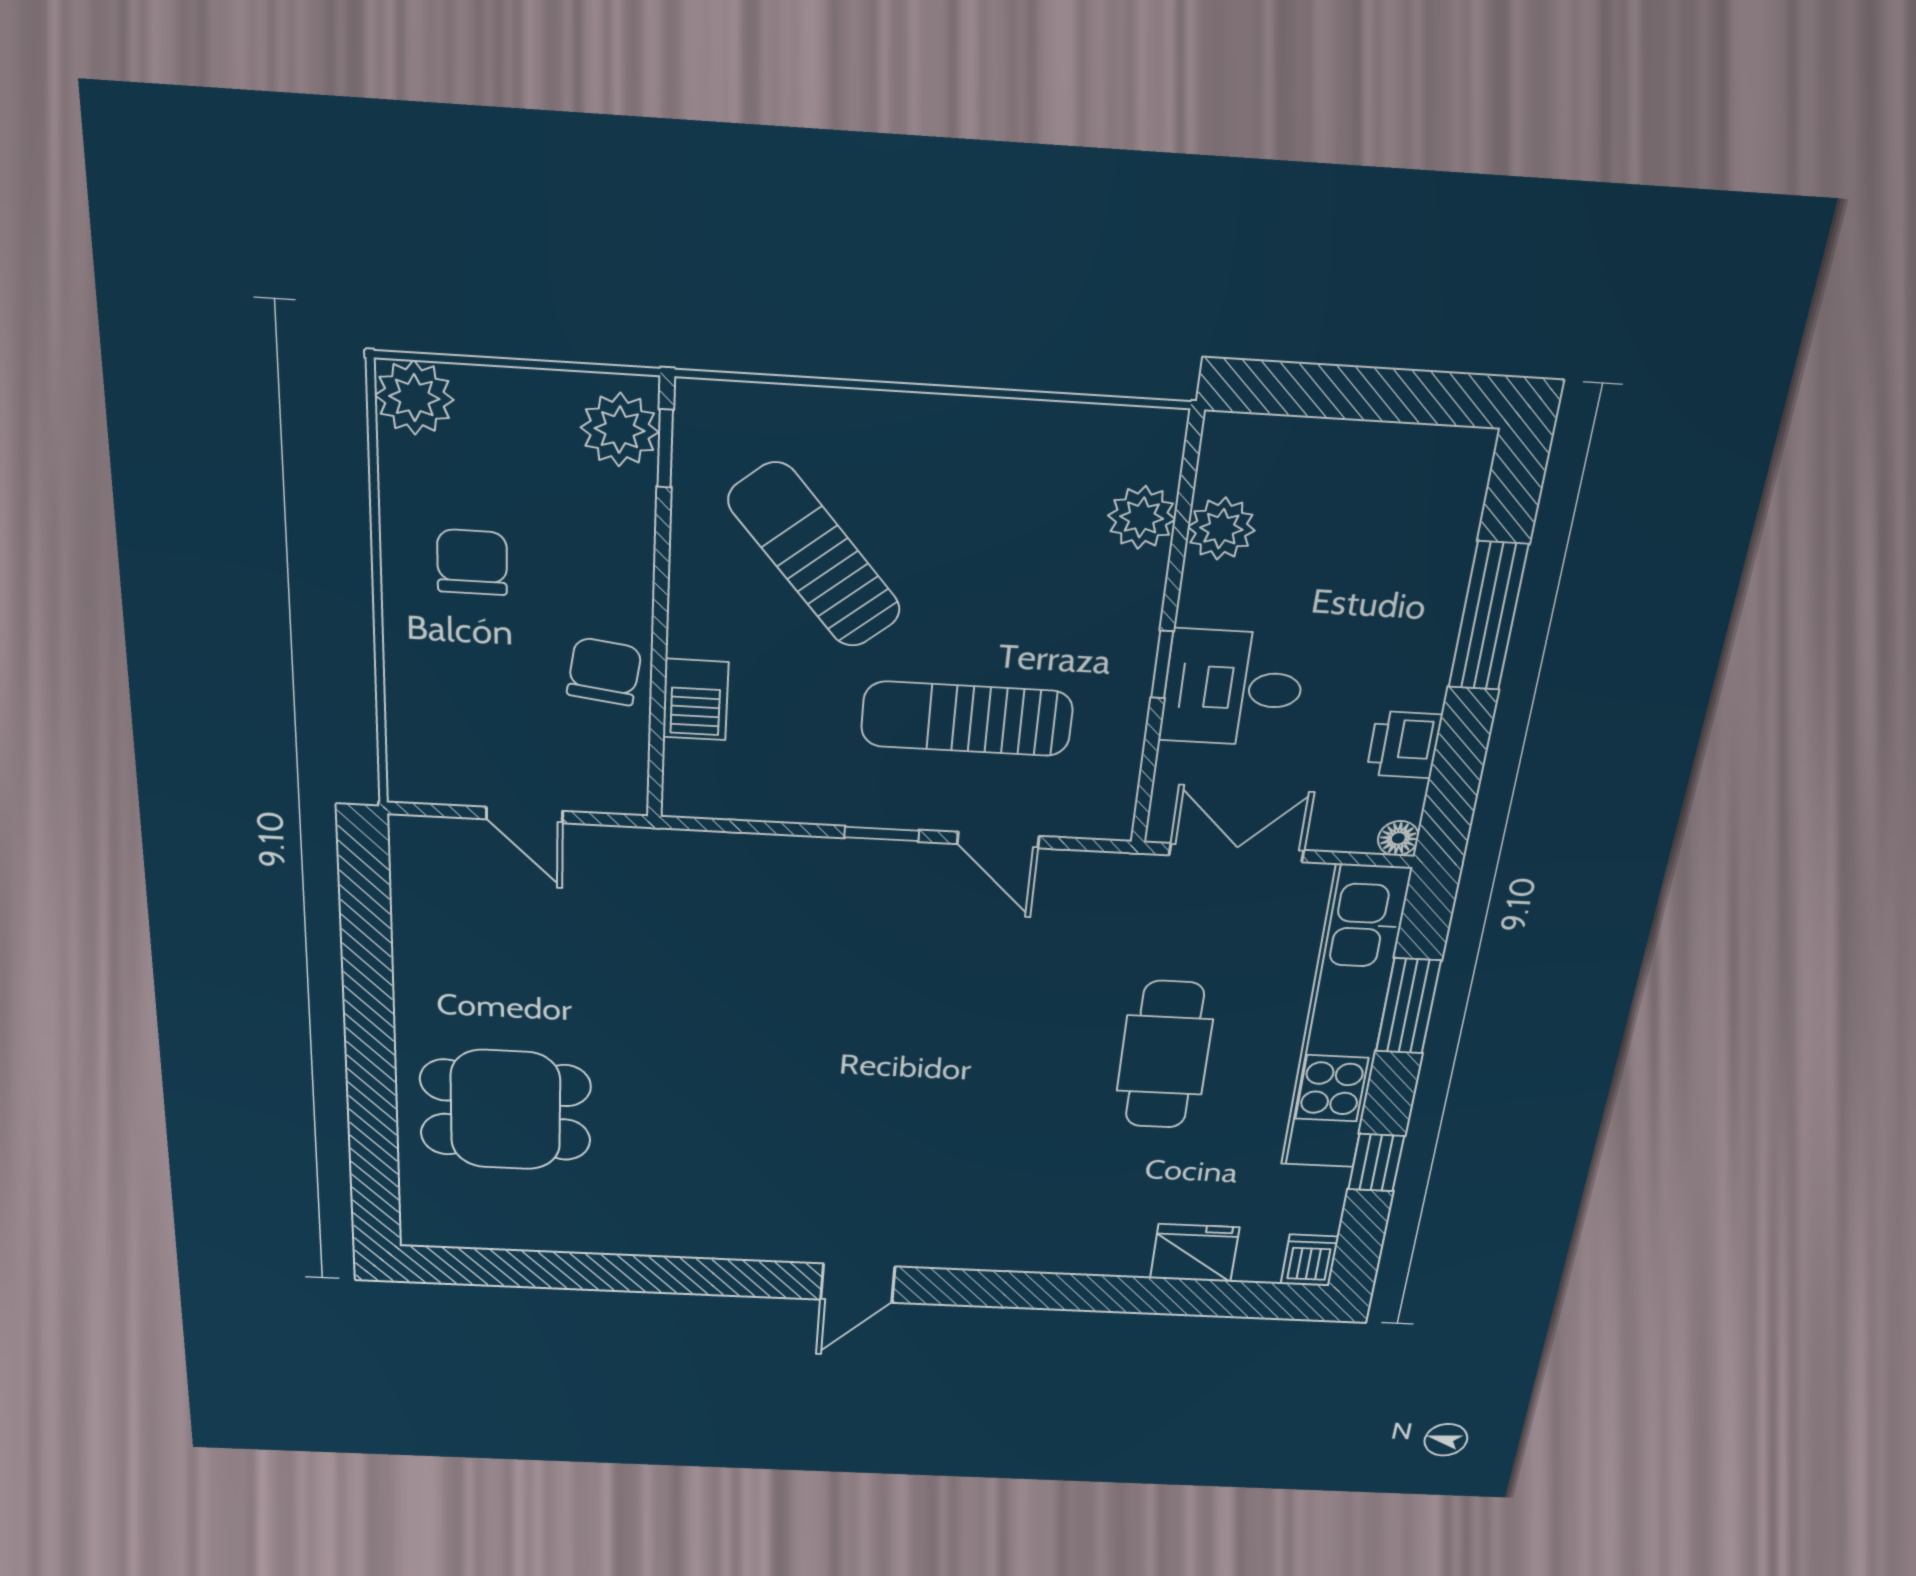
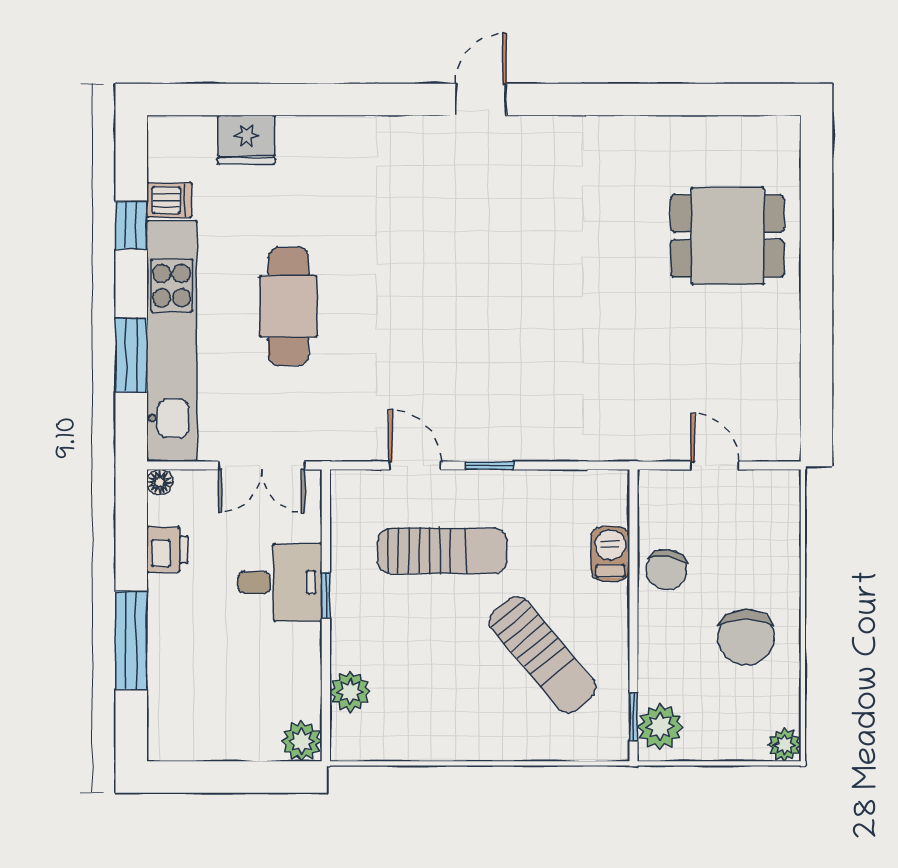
plant: (414, 398) -> (784, 745), width x0.73, depth x0.73
plant: (1221, 529) -> (302, 741), moved
chair: (472, 562) -> (746, 637), width x1.37, depth x1.37
dishwasher: (1310, 1260) -> (169, 200), moved, turned -90

